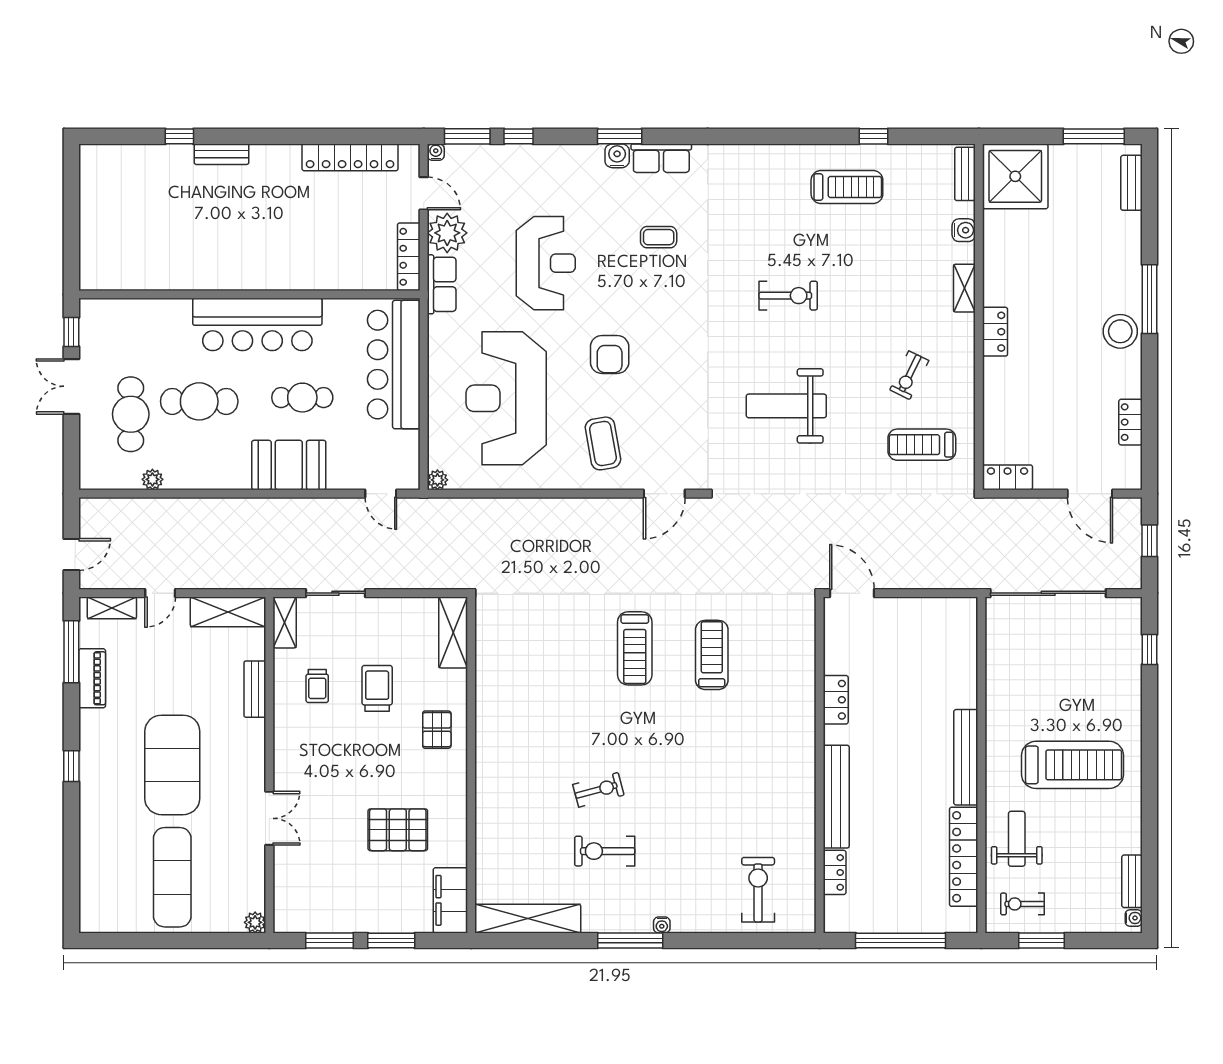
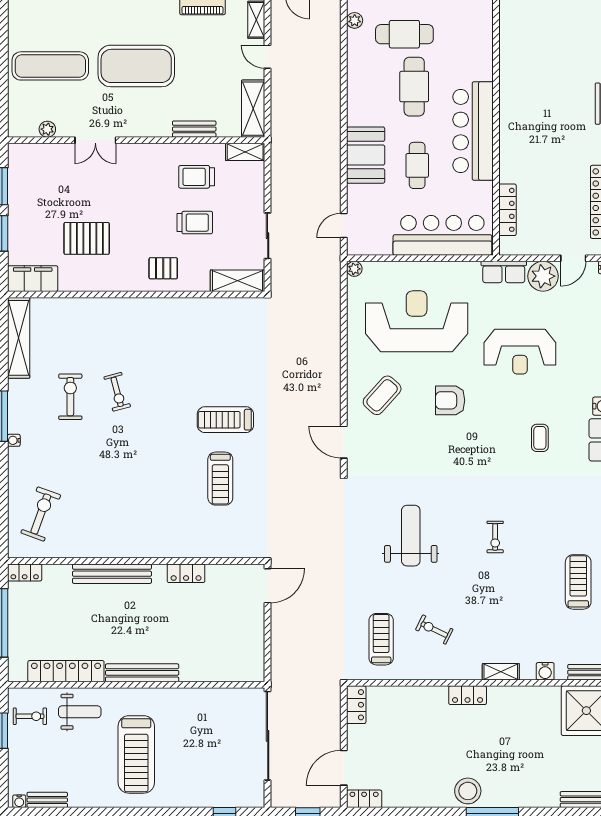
treadmill: (847, 187) -> (578, 582), turned 180
locker: (409, 257) -> (508, 210), moved, turned 90
exercise bike: (788, 296) -> (495, 537), width x0.73, depth x0.72
locker: (1130, 422) -> (364, 799), moved
coffee table: (603, 443) -> (382, 395), turned -38
plant: (152, 479) -> (355, 20), moved
sliding door: (336, 593) -> (268, 236), moved
treadmill: (712, 655) -> (220, 479), turned 90
trolley: (317, 686) -> (197, 177), width x1.36, depth x1.39
pallet: (398, 830) -> (87, 238), turned 90
locker: (835, 872) -> (25, 572), moved
exercise bike: (758, 890) -> (41, 514), turned -70
exercise bike: (1023, 904) -> (30, 716), turned 90
plant: (255, 922) -> (47, 129), moved

